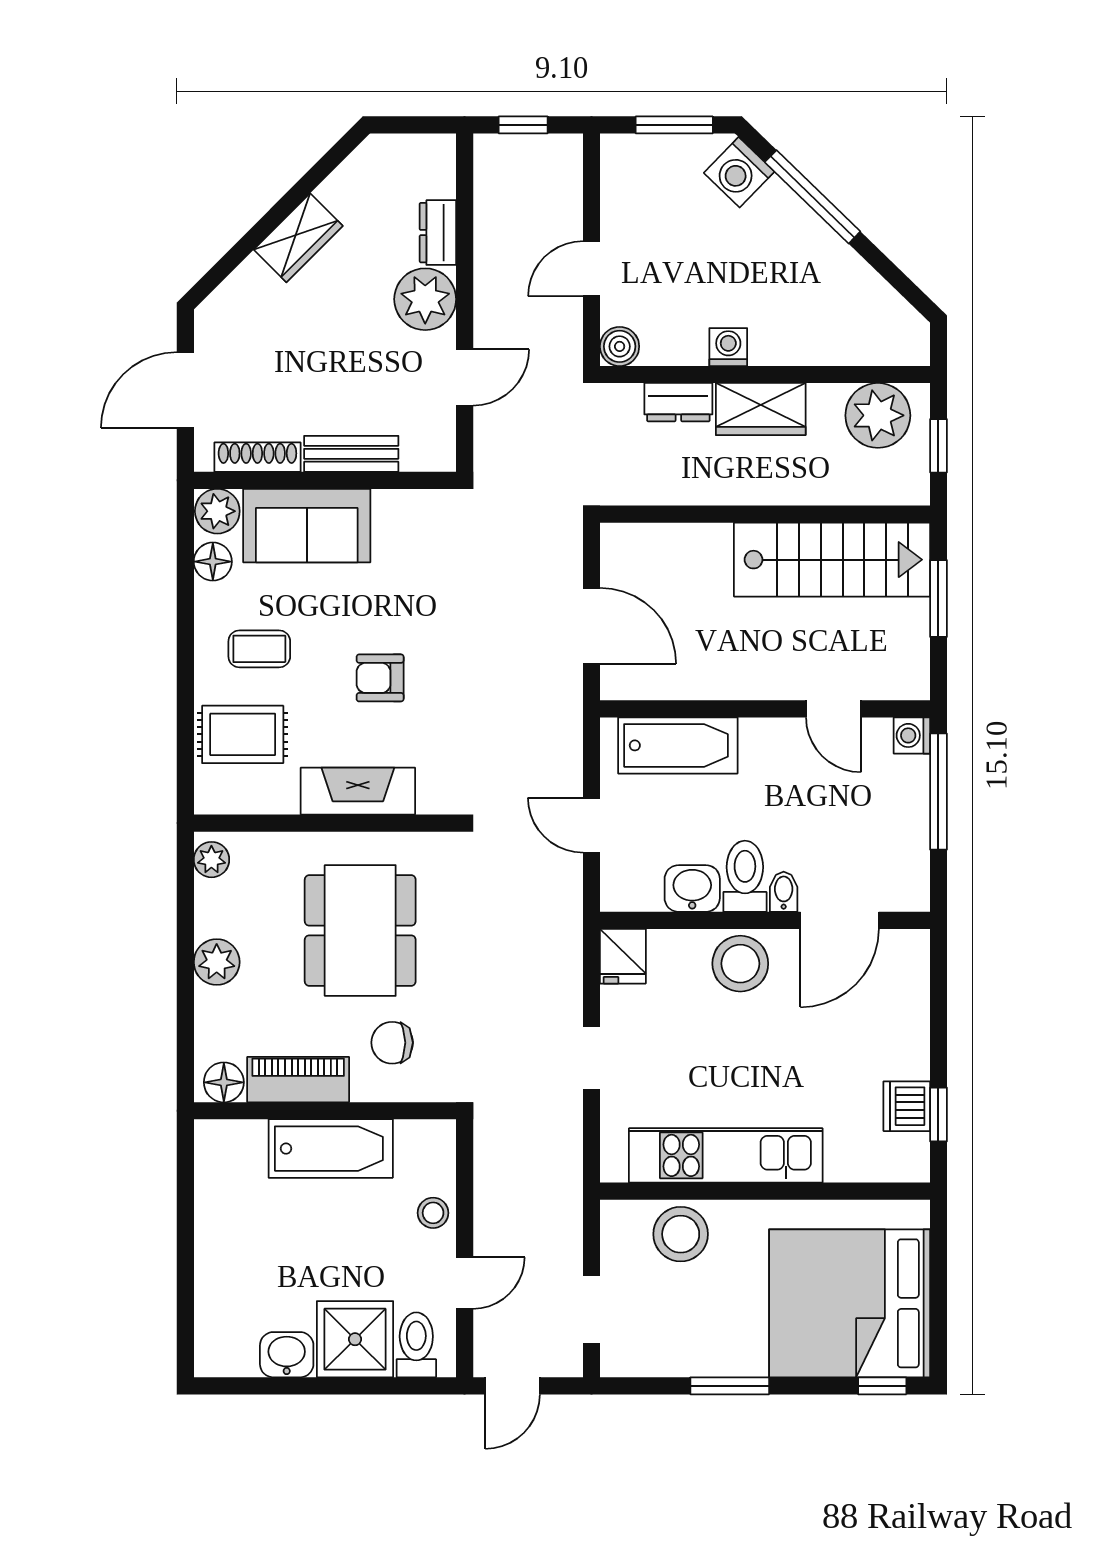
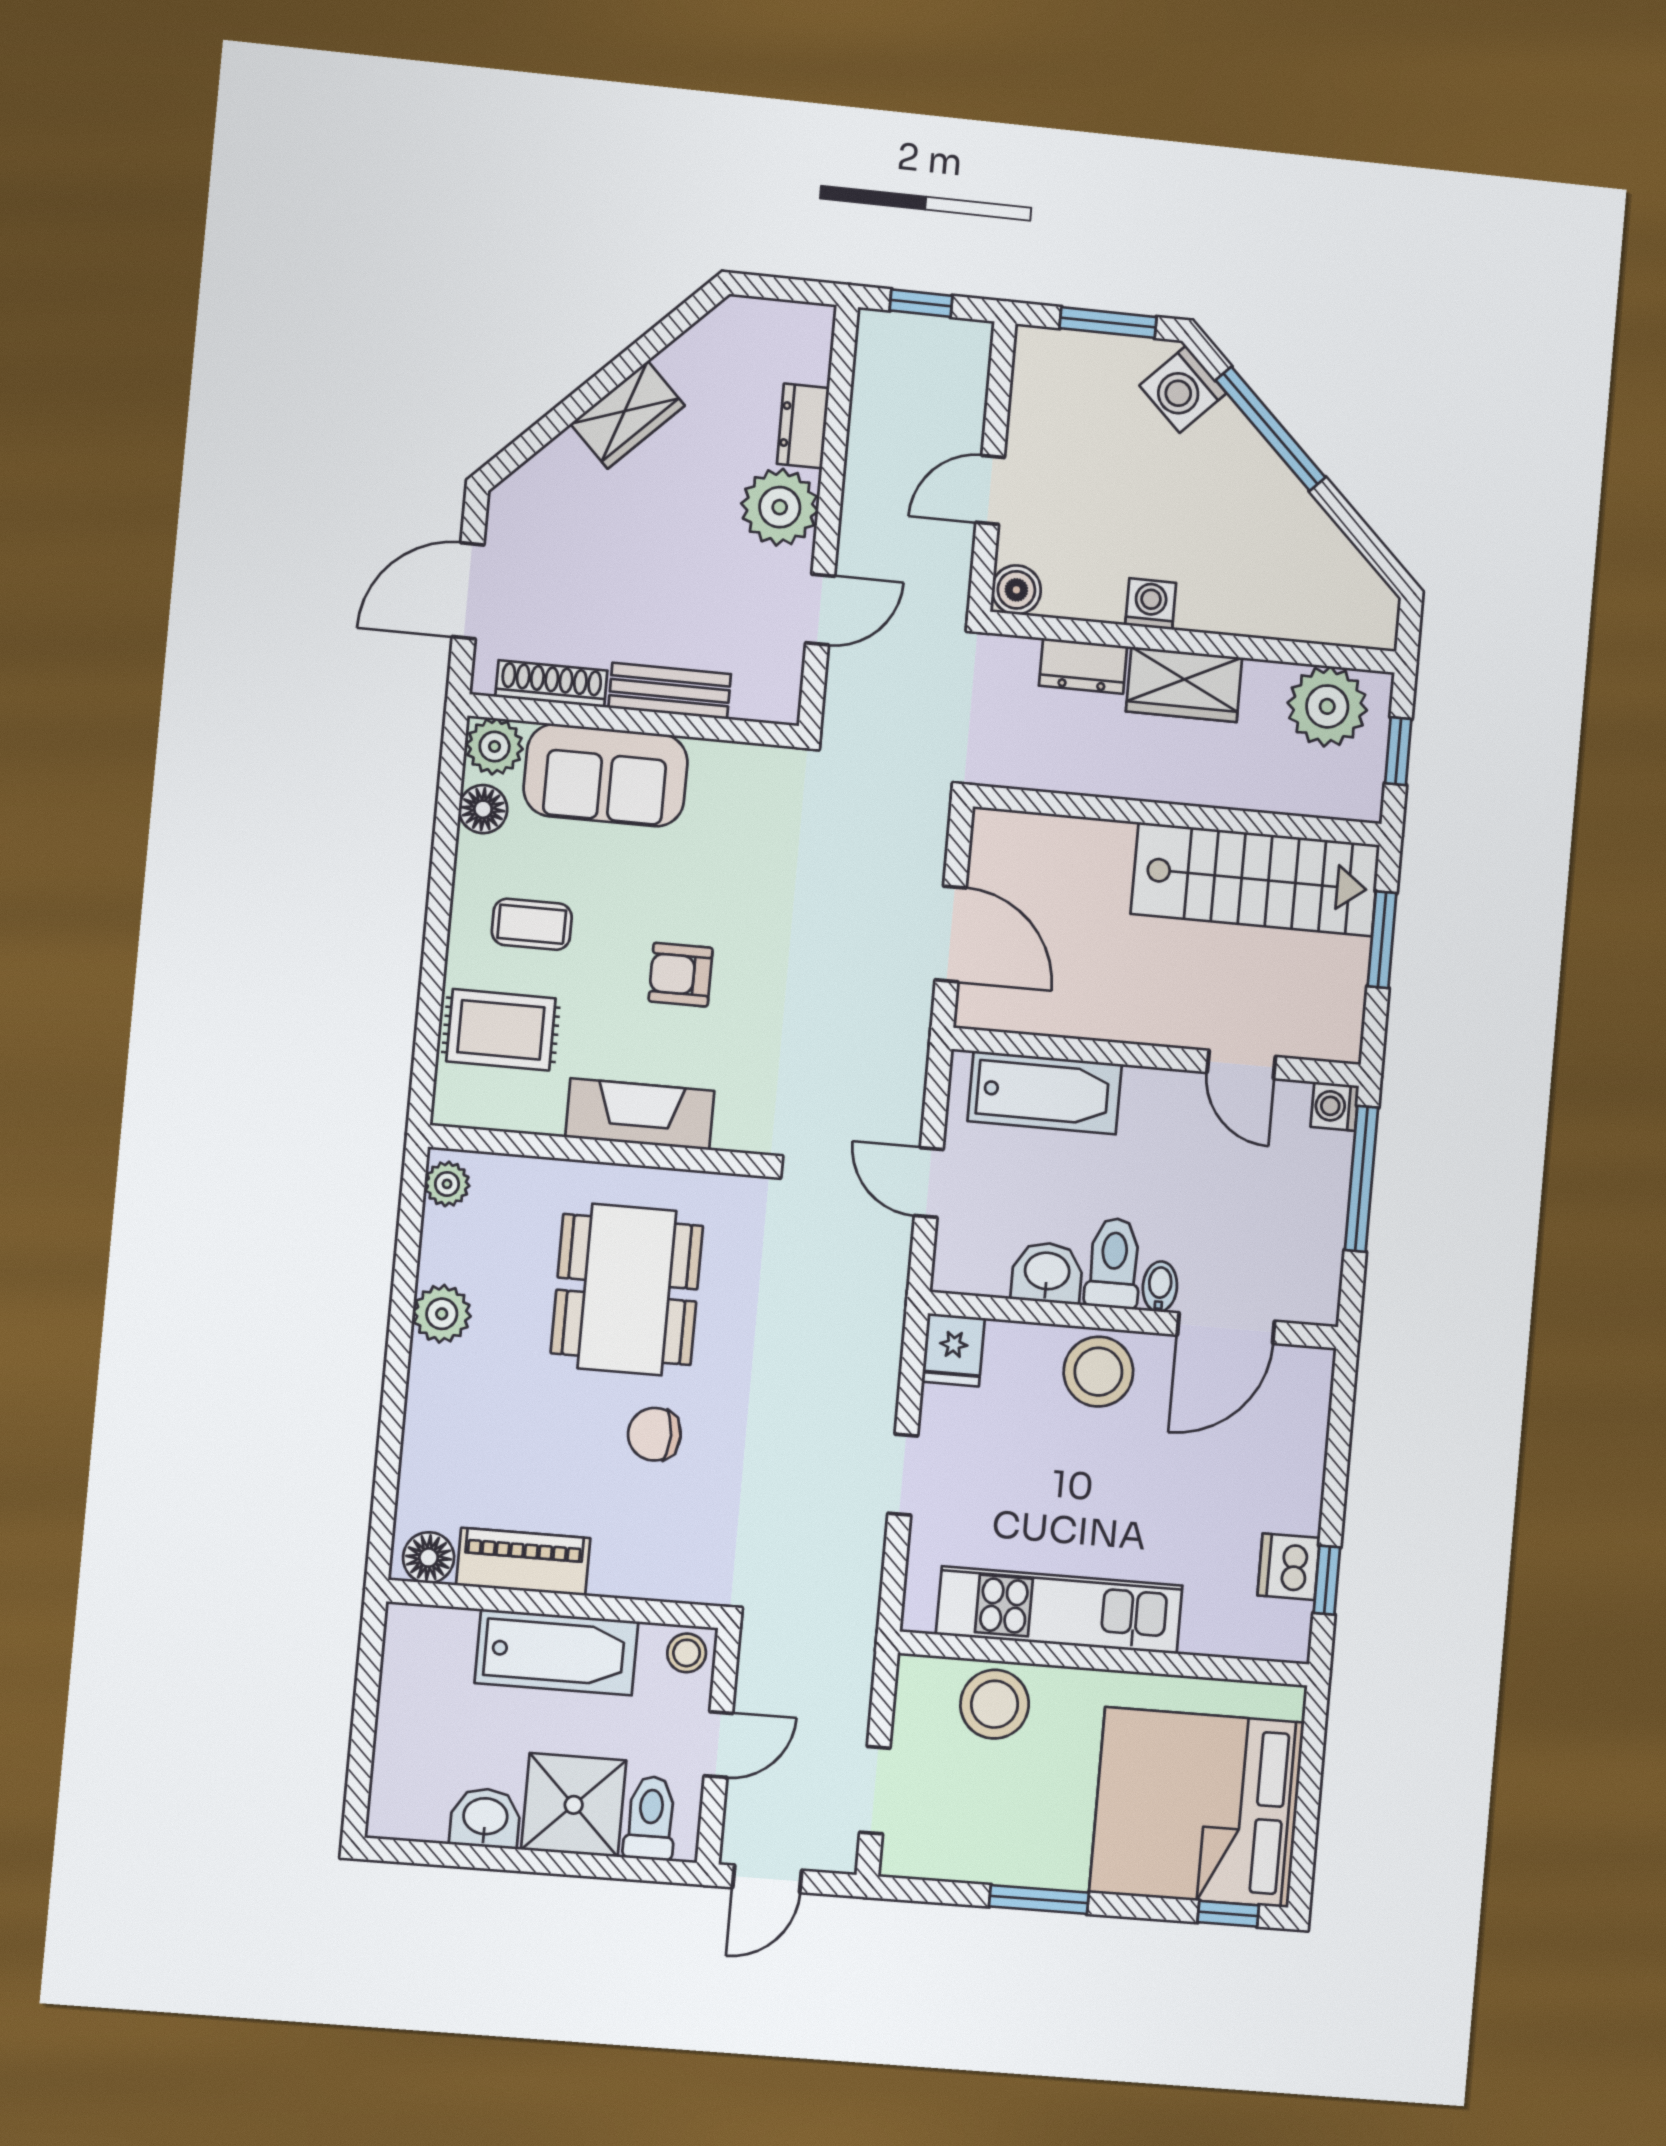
piano: (298, 1080) -> (523, 1562), moved
floor lamp: (224, 1082) -> (429, 1558), moved
wall: (325, 1111) -> (554, 1604), moved
bathtub: (331, 1149) -> (557, 1652), moved

